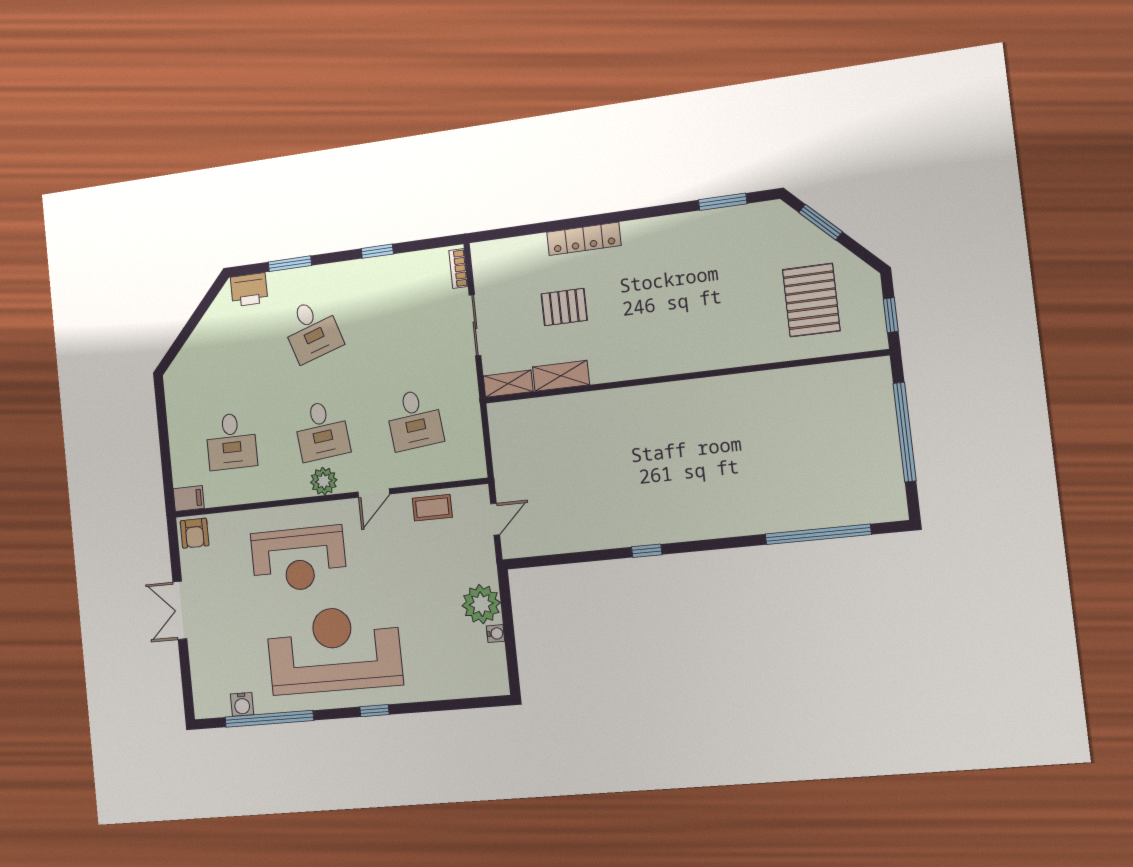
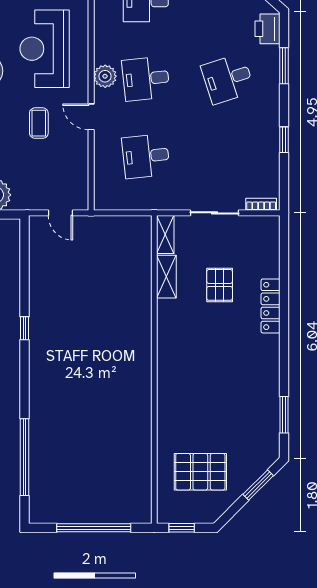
coffee table: (432, 508) -> (39, 123), moved

